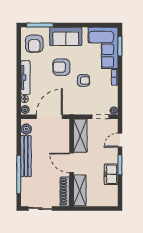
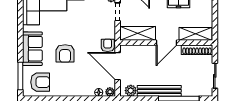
tv unit: (25, 78) -> (76, 91), removed
armchair: (83, 80) -> (108, 45), moved

